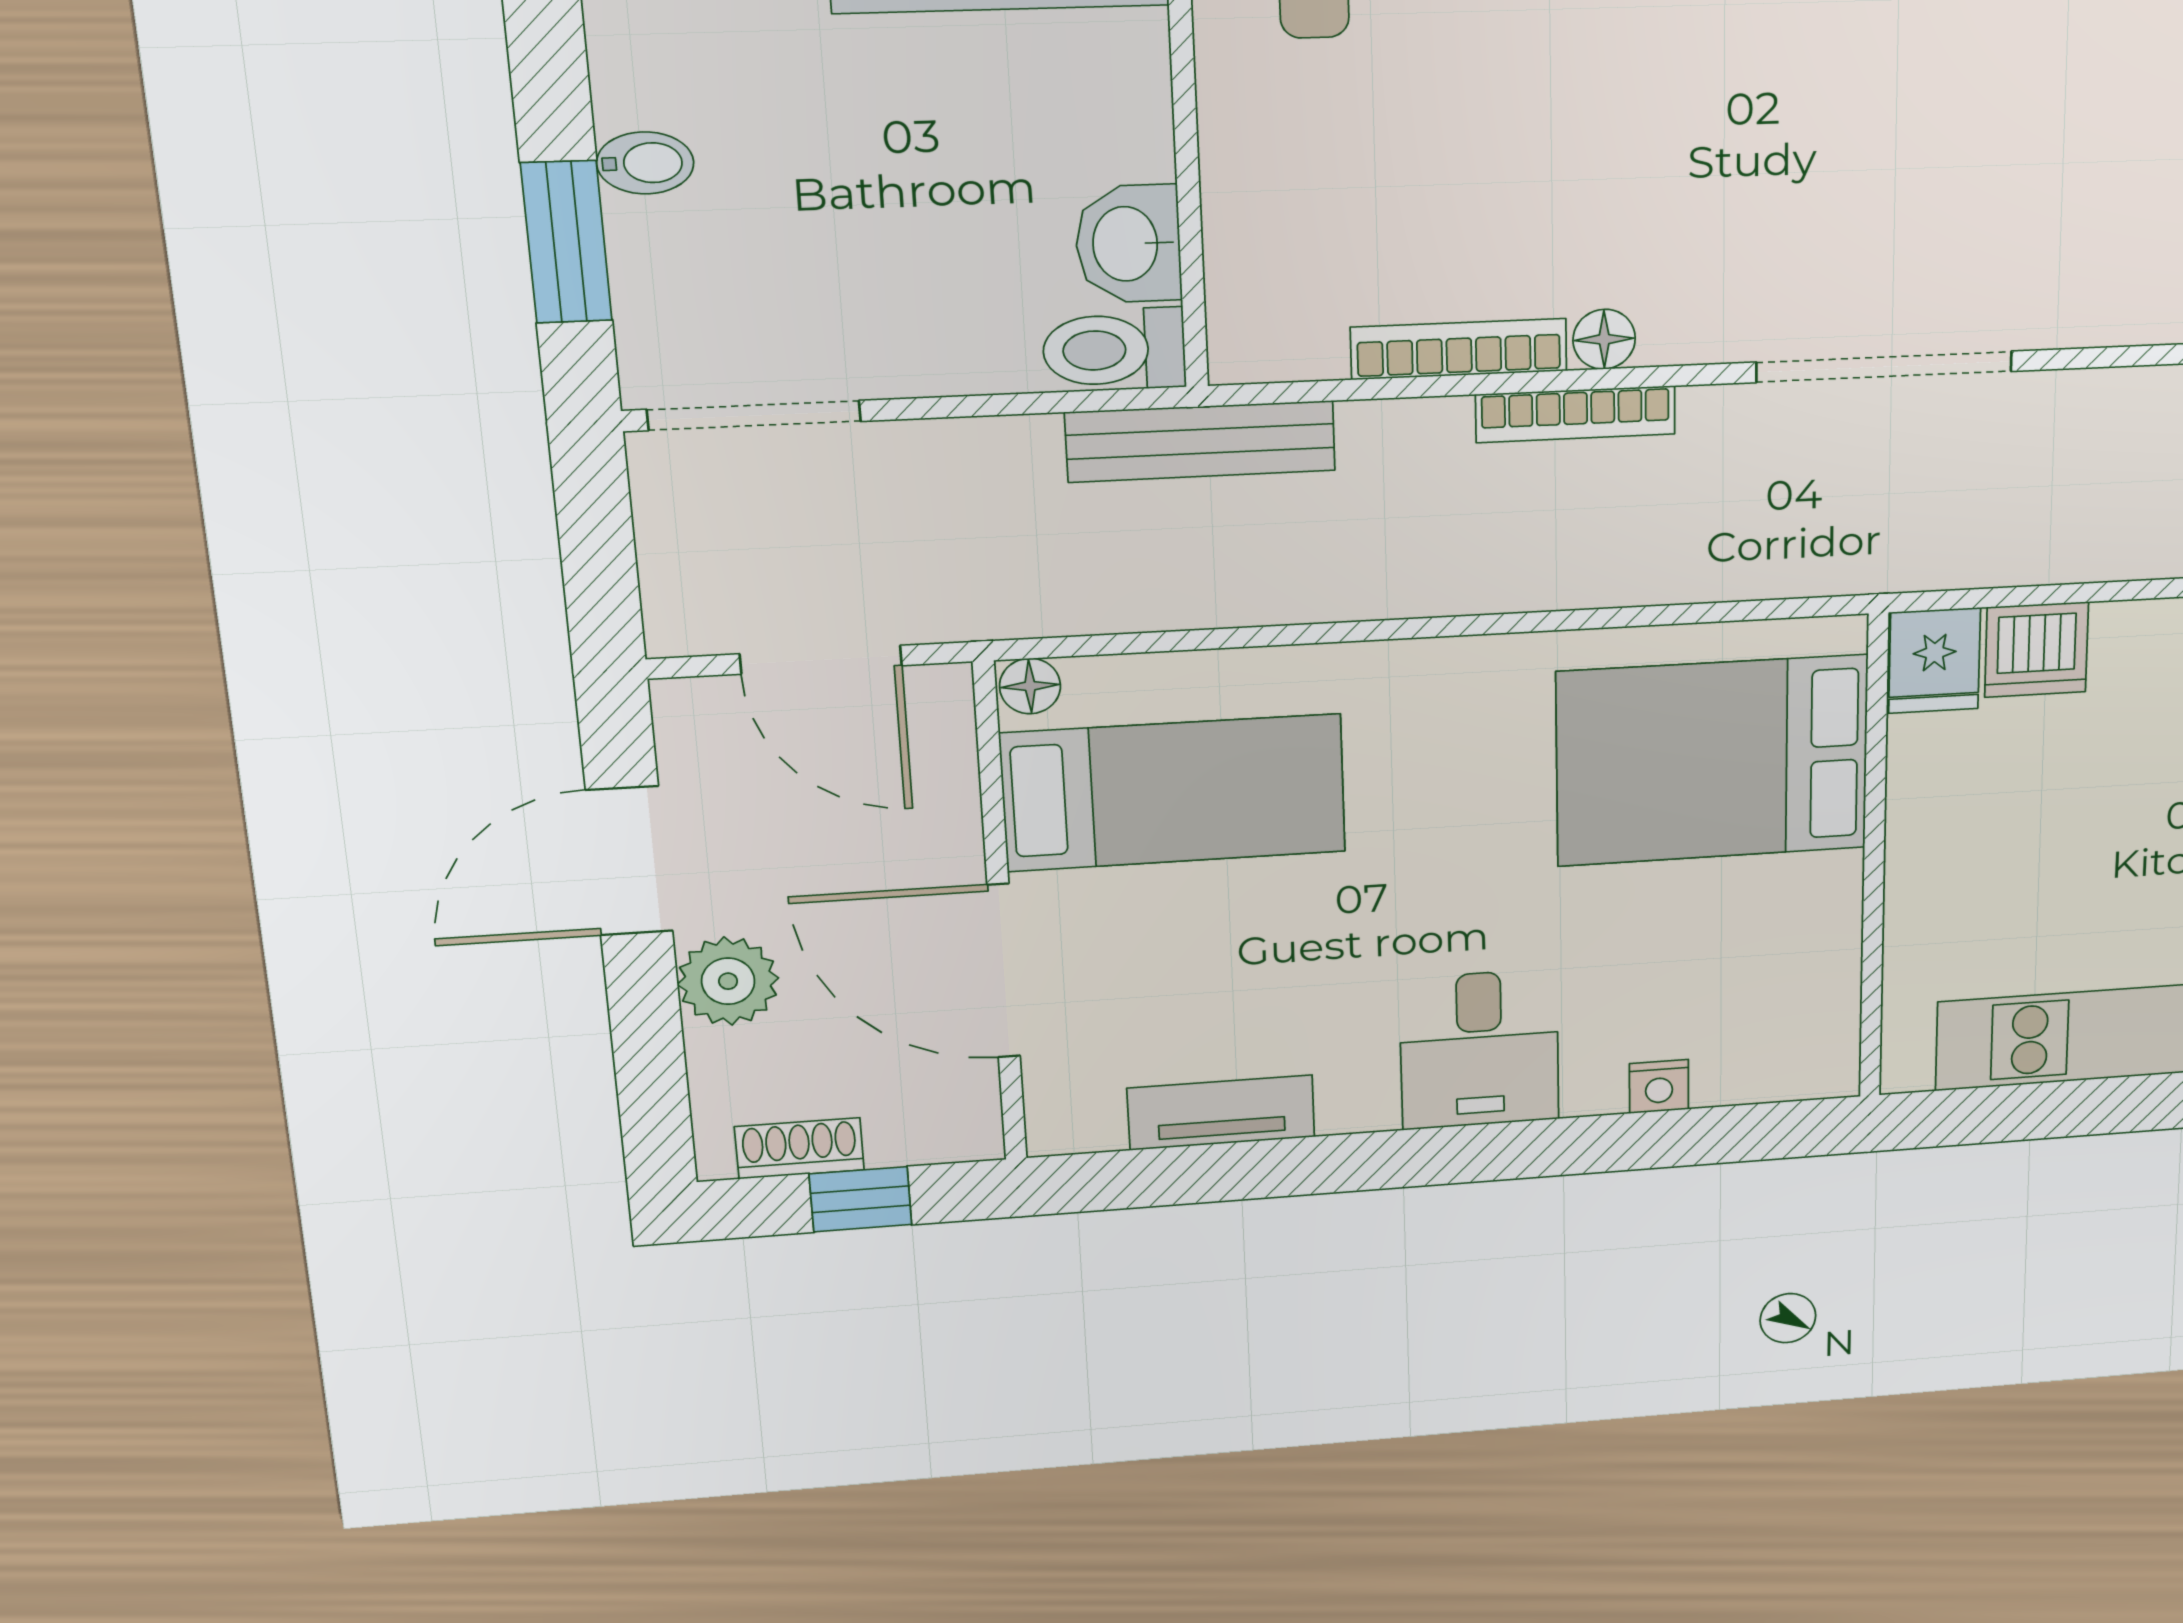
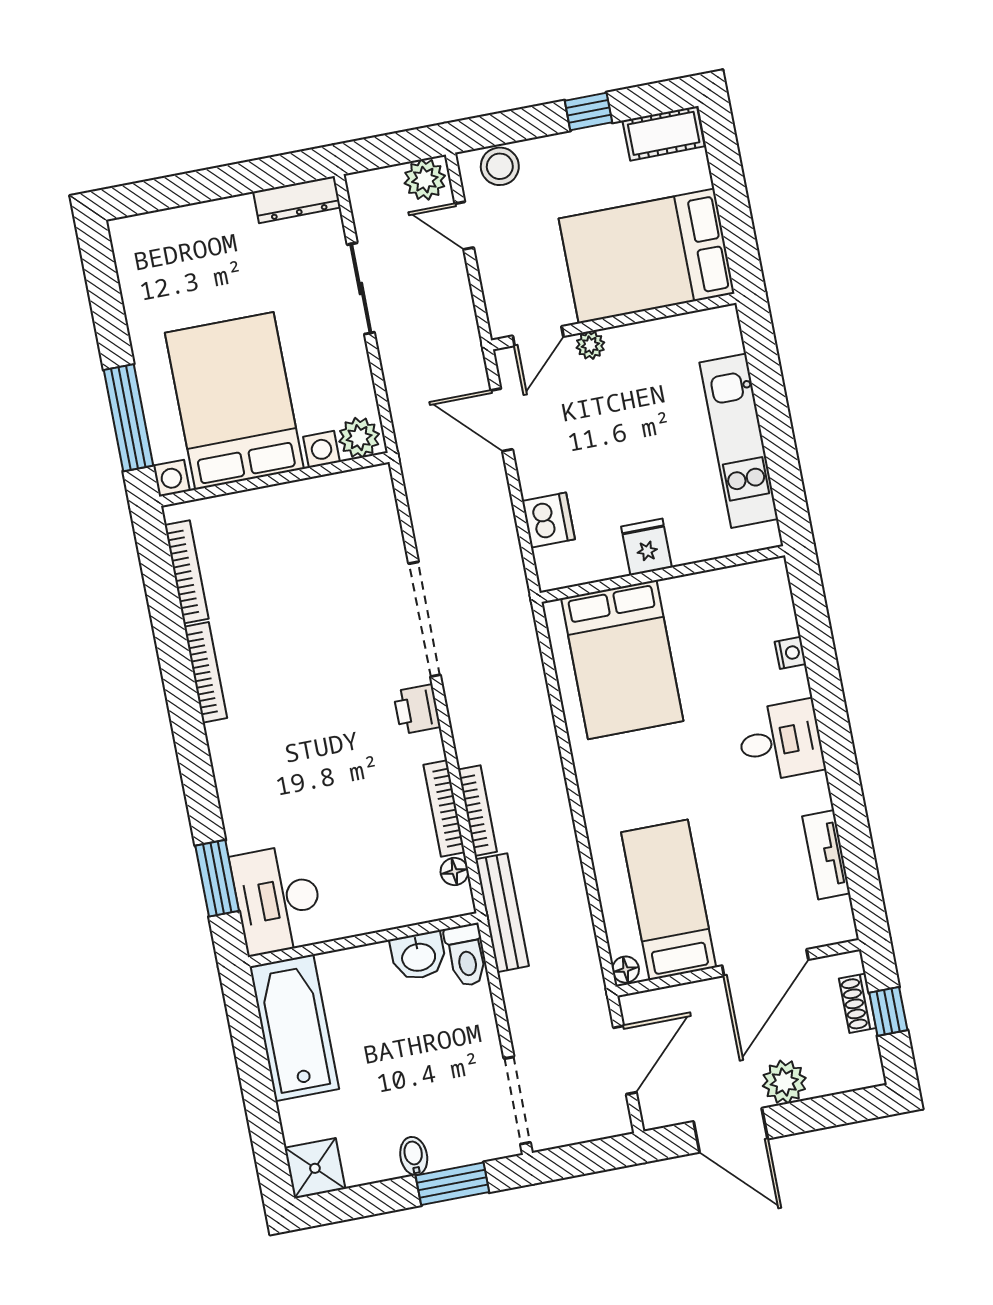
printer: (1692, 322) -> (417, 709), added
floor lamp: (1604, 339) -> (454, 871), moved
bookcase: (1576, 414) -> (478, 811), moved
fridge: (1934, 661) -> (646, 547), moved, turned -90
shoe rack: (800, 1148) -> (858, 1003), moved

